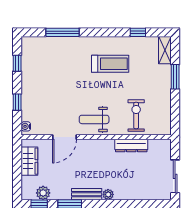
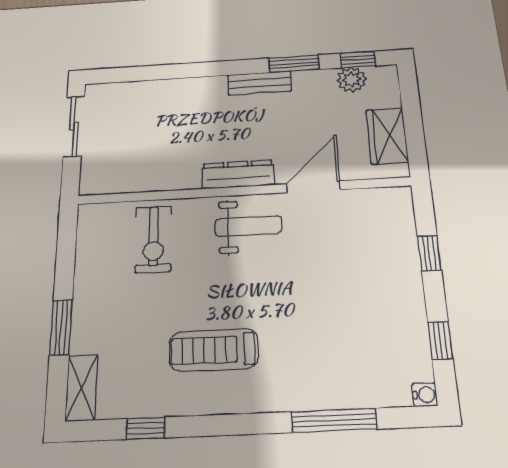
water cooler: (26, 126) -> (425, 395), moved
dresser: (131, 146) -> (238, 174), moved
plant: (108, 194) -> (214, 85), removed

